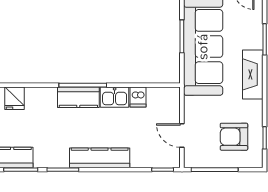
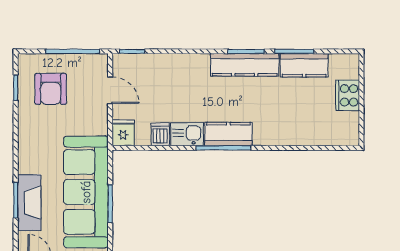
fireplace: (253, 74) -> (29, 203), moved
fridge: (15, 98) -> (123, 133), moved
armchair: (234, 137) -> (51, 89), turned 90
kitchen counter: (100, 158) -> (245, 65), moved

